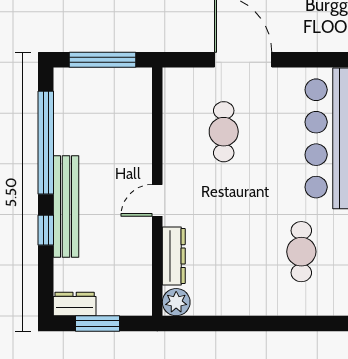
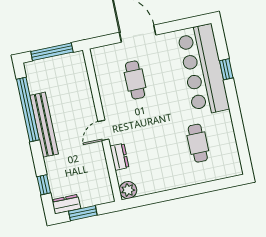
bench: (66, 207) -> (44, 125), moved
window: (46, 230) -> (44, 185), moved
dresser: (174, 256) -> (119, 157), width x0.70

